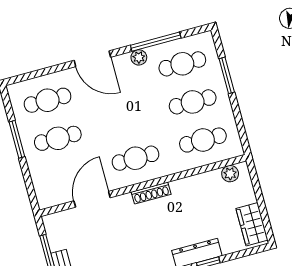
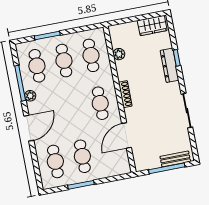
plant: (230, 174) -> (119, 54), moved
door: (92, 199) -> (127, 136), hinge flipped

